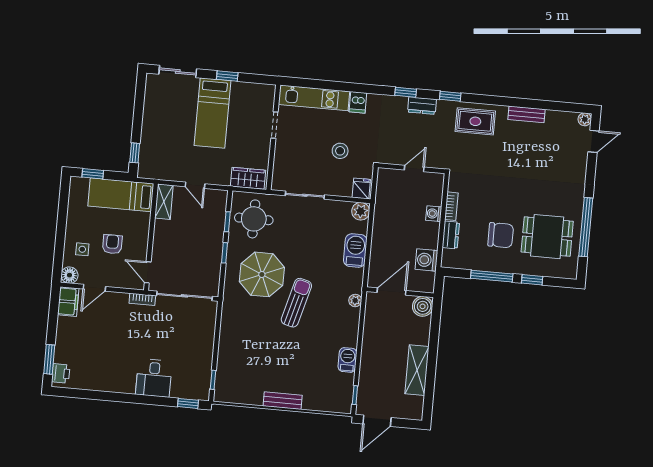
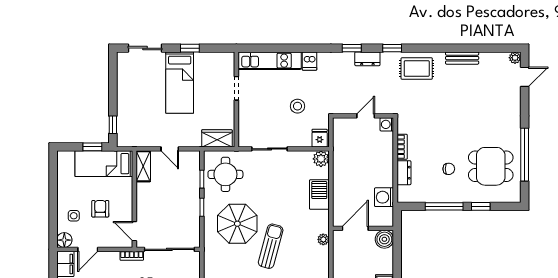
window: (93, 174) -> (92, 147), moved
washing machine: (434, 214) -> (387, 124), moved
chair: (501, 235) -> (449, 169), width x0.54, depth x0.54

